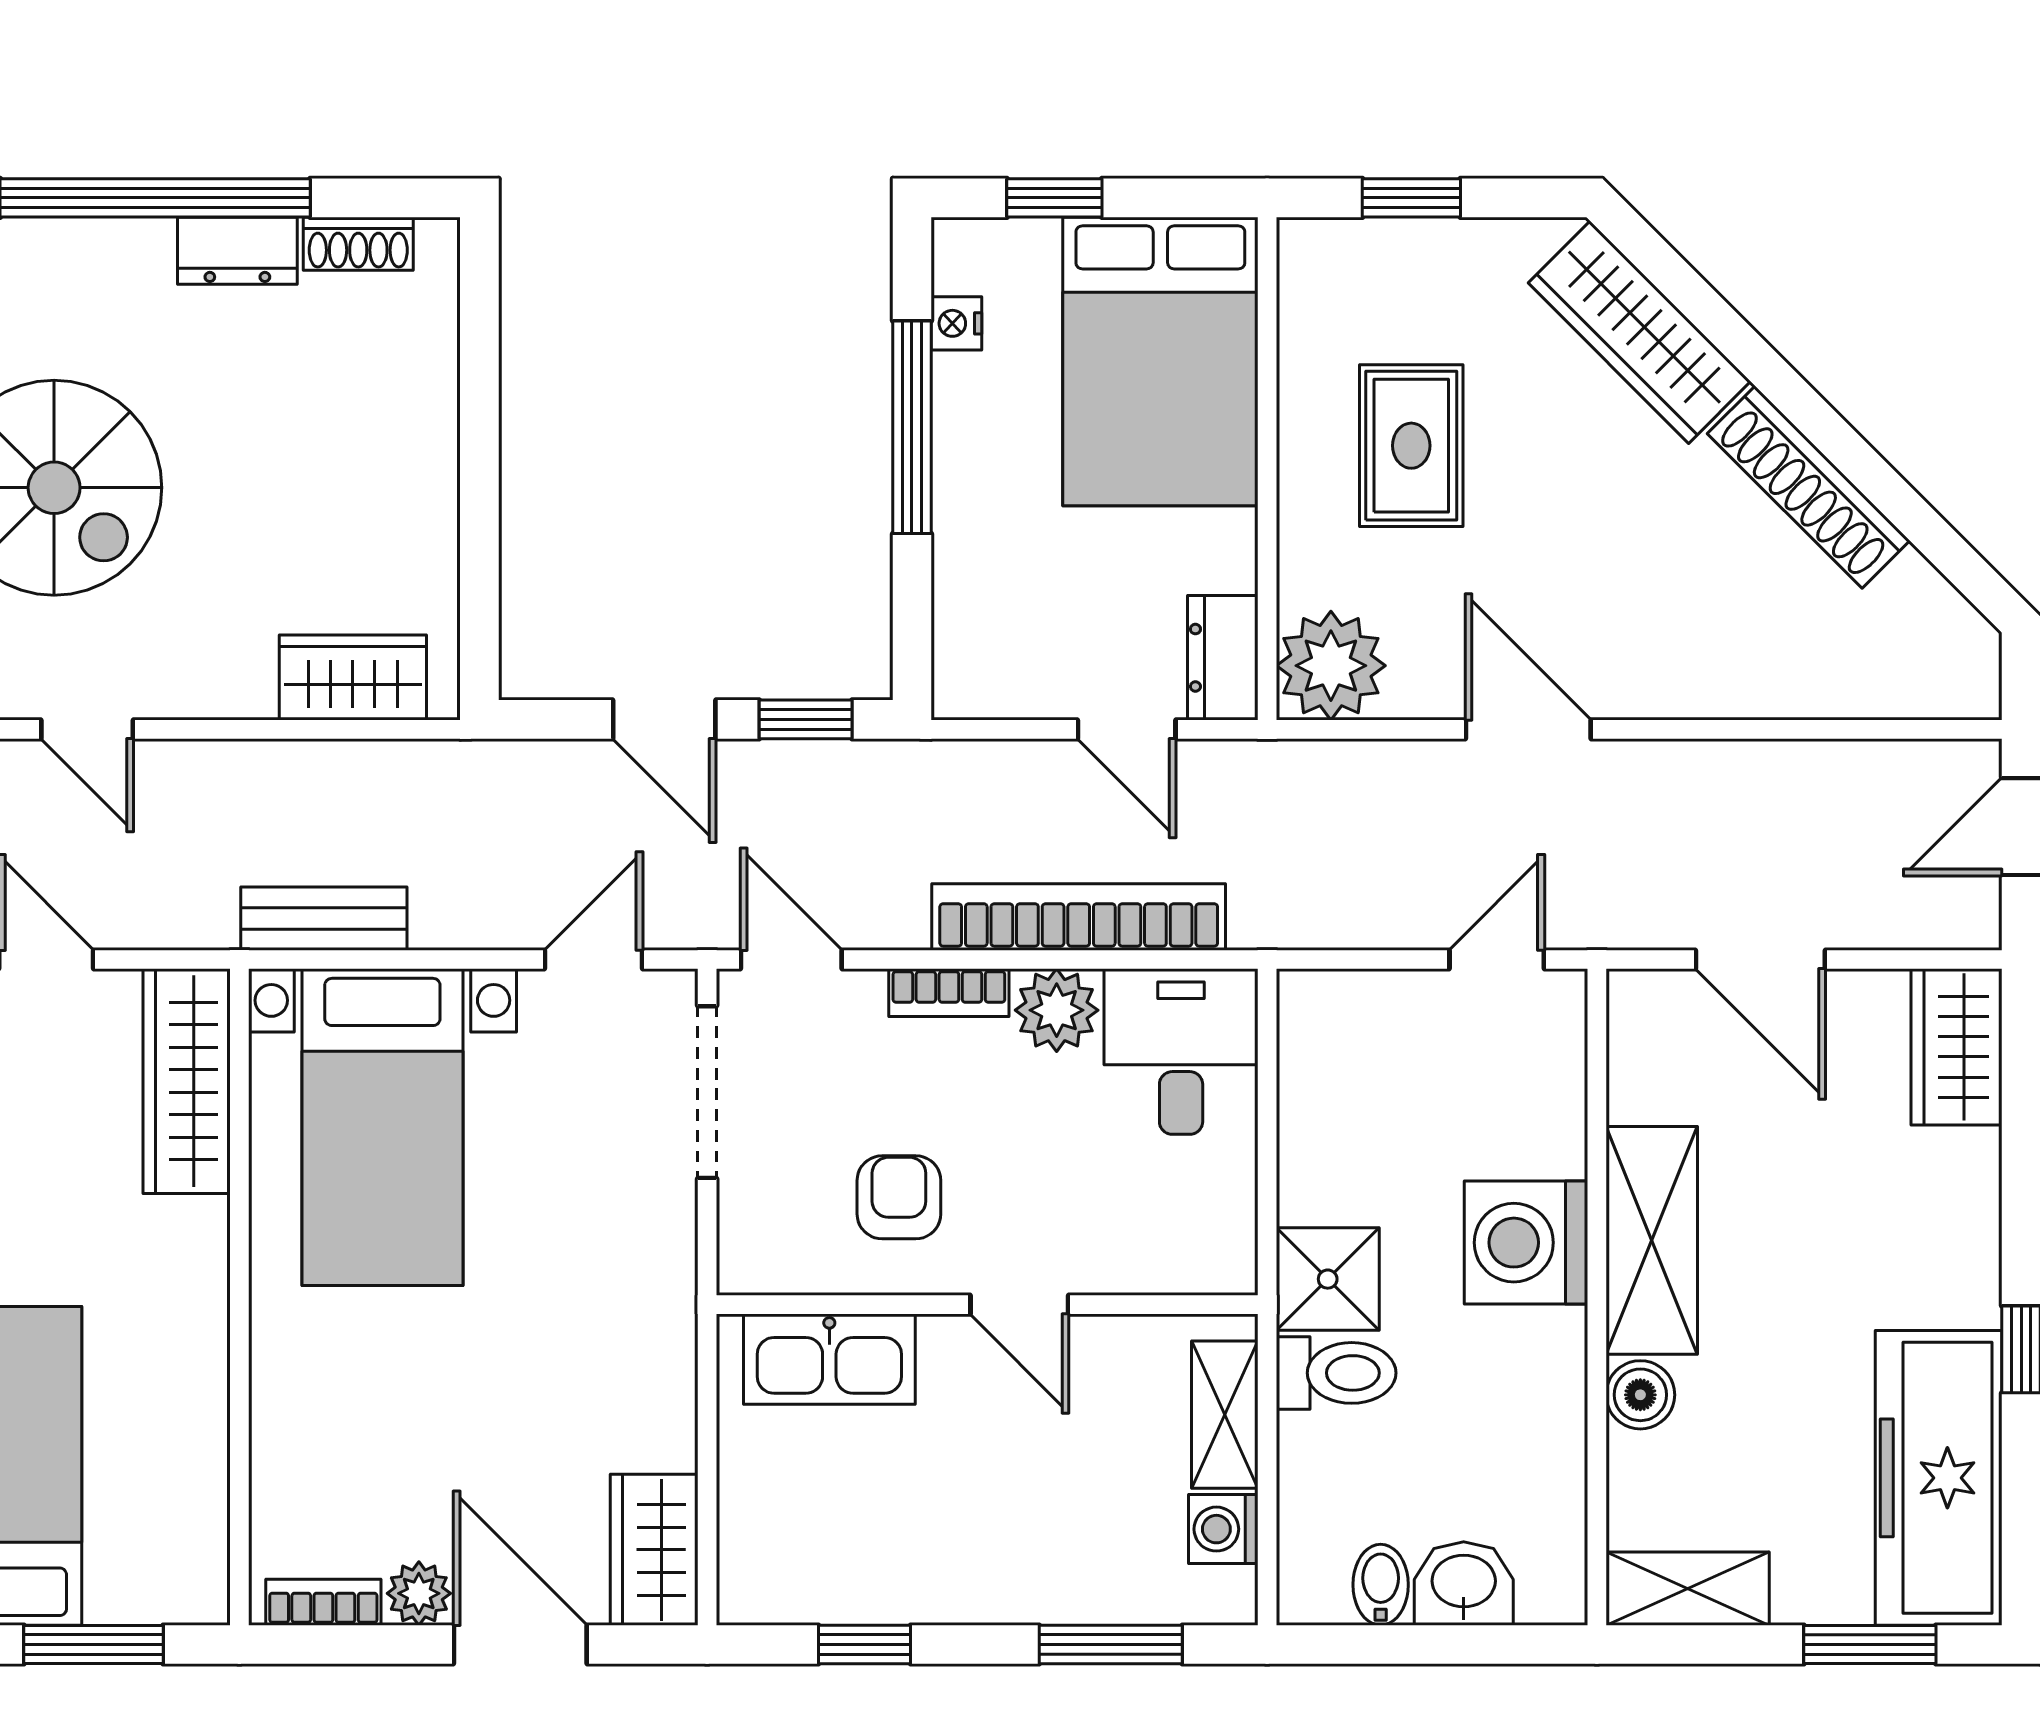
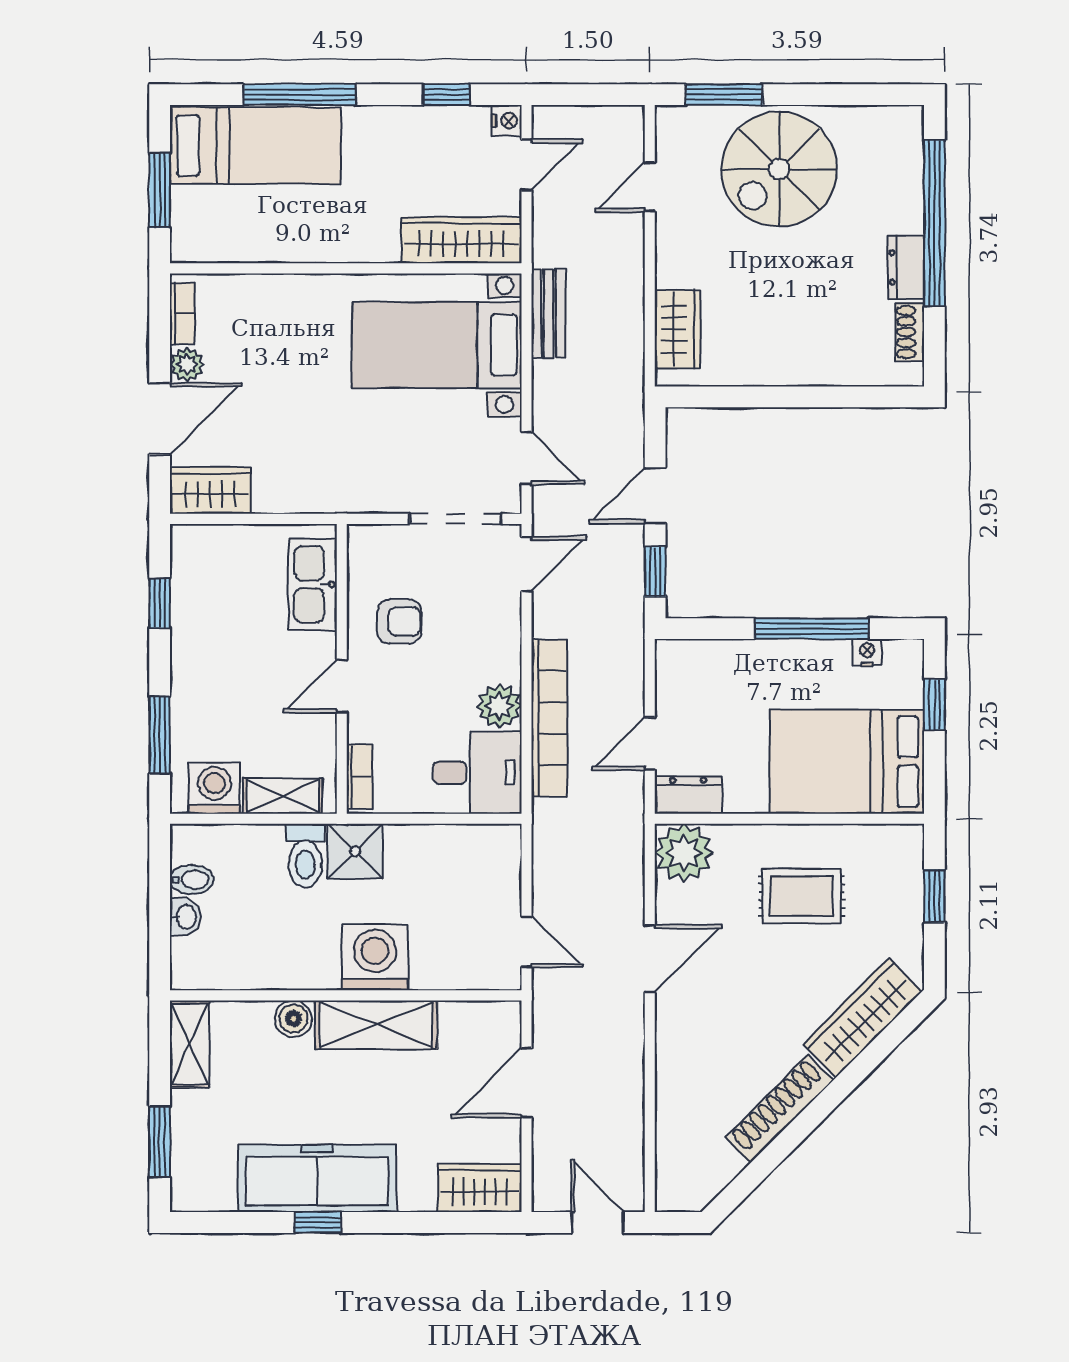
bookcase: (949, 993) -> (359, 777), moved, turned 180
freezer: (1939, 1478) -> (317, 1178), moved
washing machine: (1223, 1529) -> (214, 788), width x1.38, depth x1.38
washbasin: (1464, 1583) -> (185, 917), width x0.72, depth x0.69

